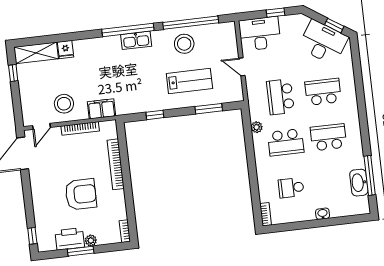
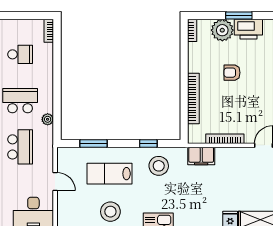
stool: (64, 104) -> (159, 166), moved
armchair: (81, 194) -> (232, 73), width x0.53, depth x0.53
plant: (91, 240) -> (222, 30), width x1.88, depth x1.88

